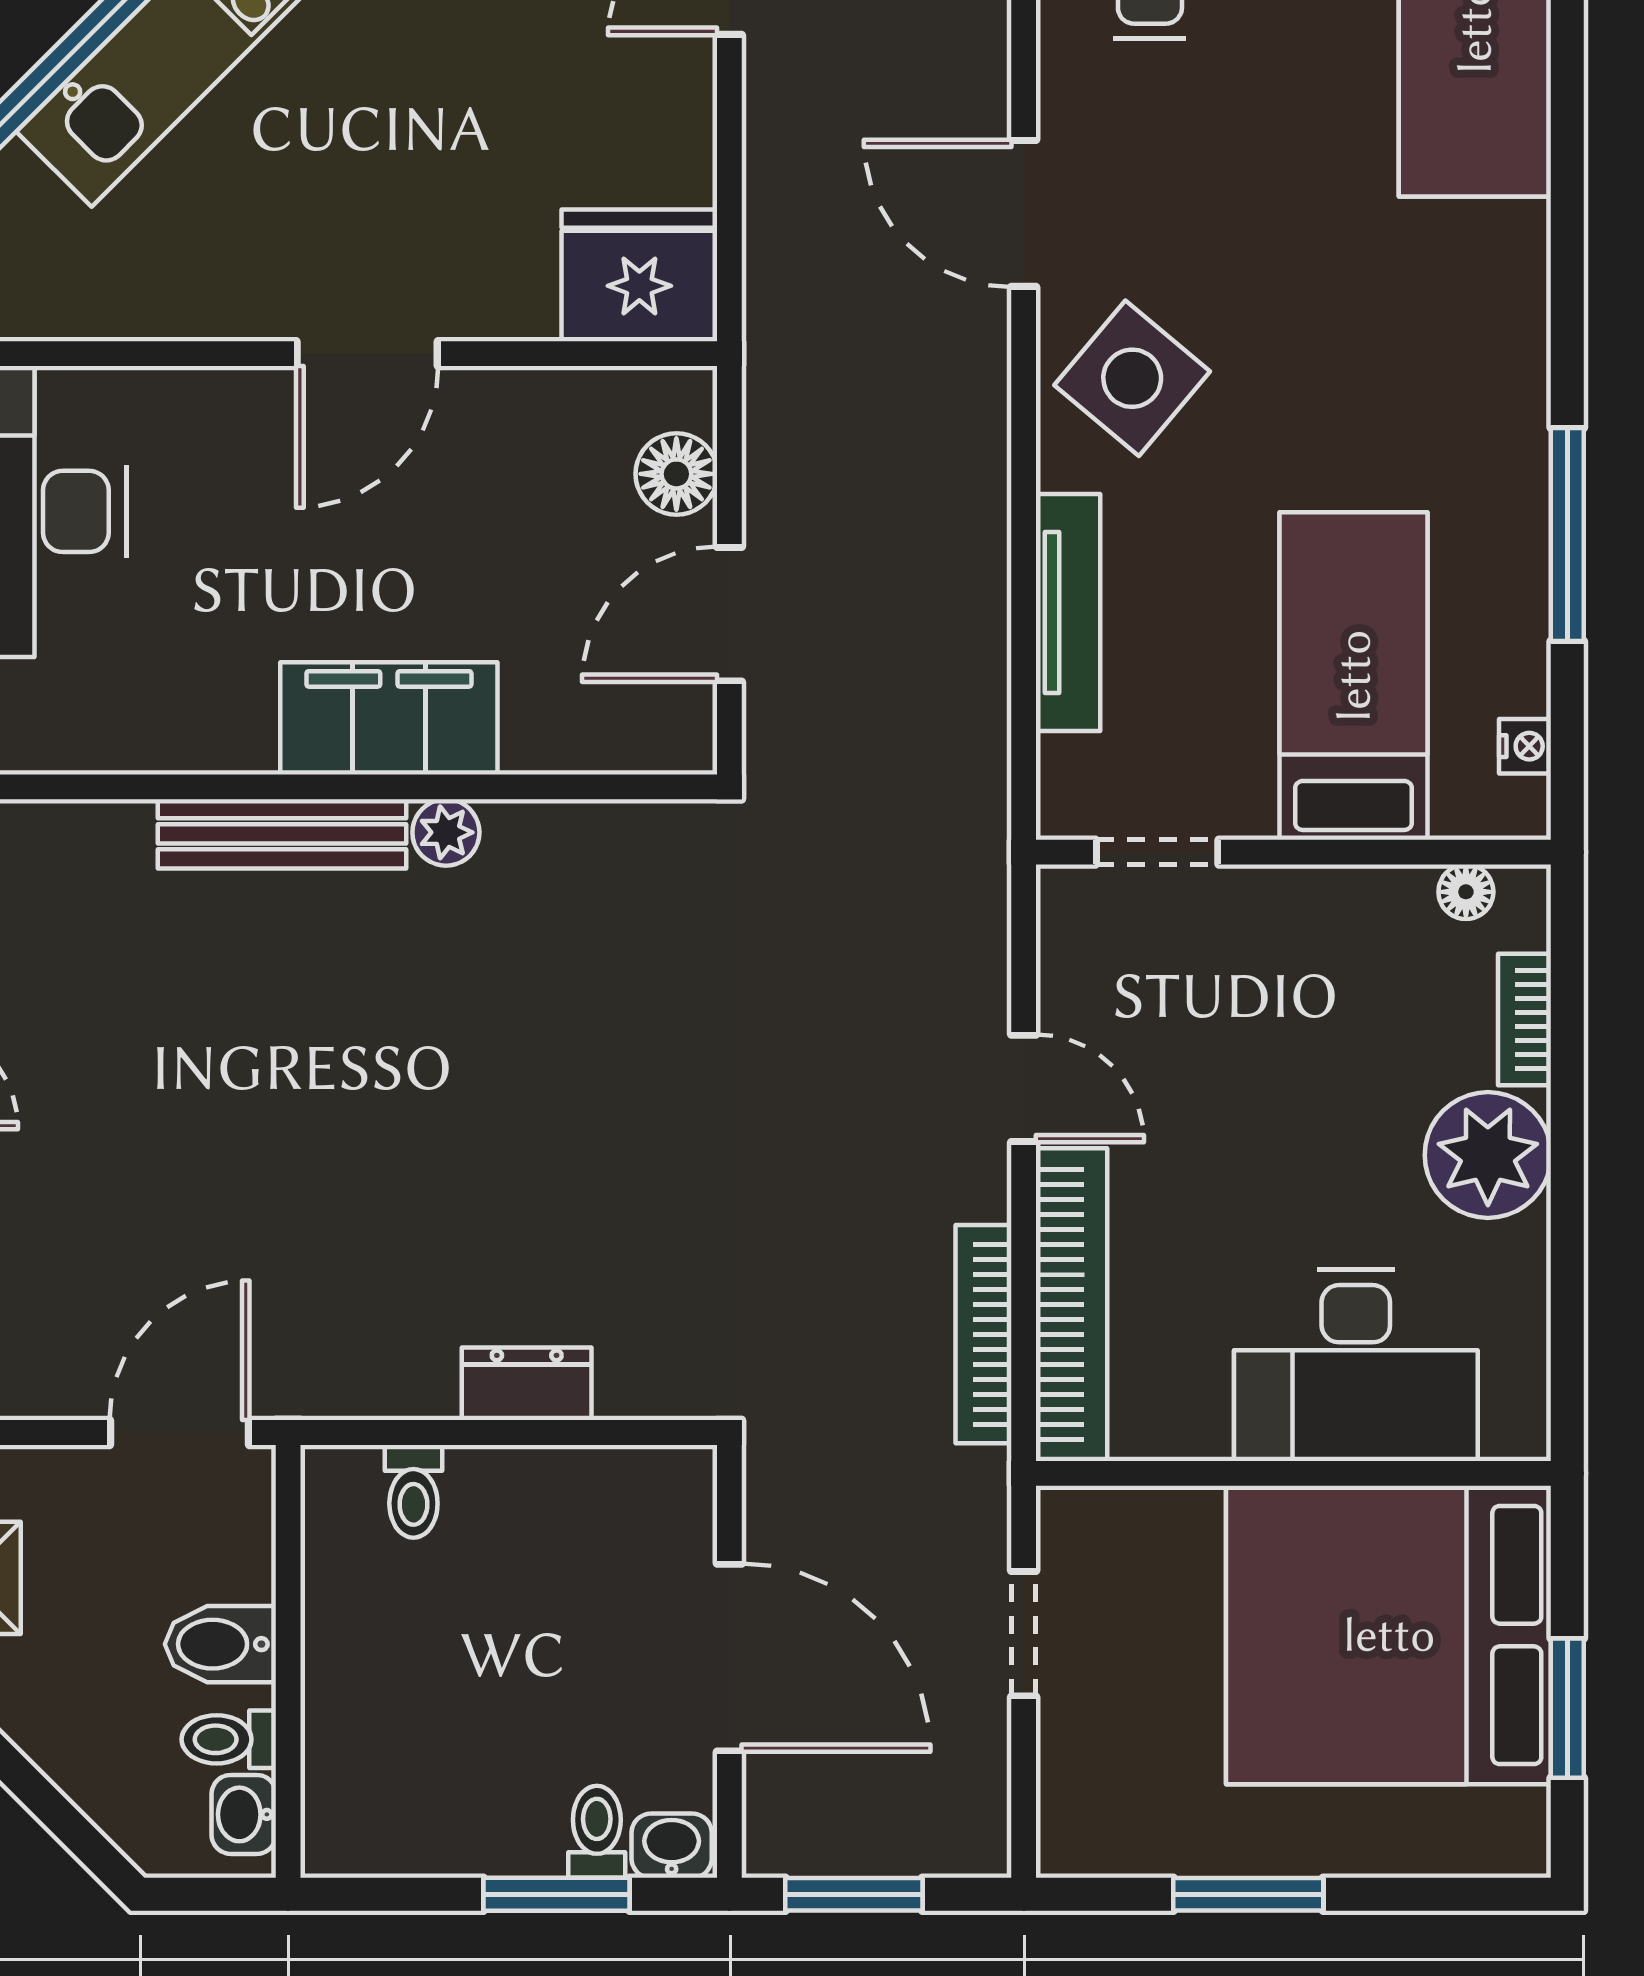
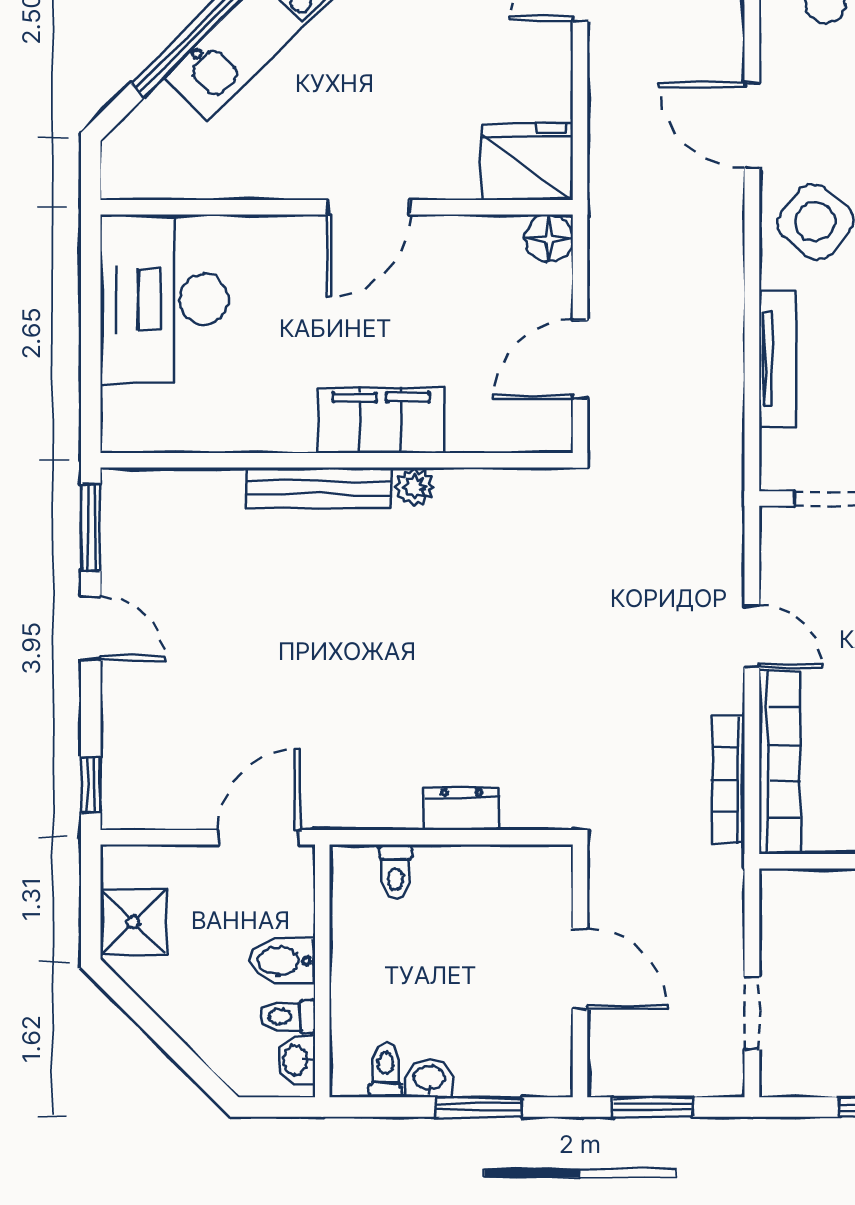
floor lamp: (676, 474) -> (549, 238), moved
doorway: (1024, 1634) -> (752, 1013), moved
door: (729, 1658) -> (580, 969), width x0.73
toilet: (597, 1832) -> (385, 1070), moved
washbasin: (672, 1846) -> (429, 1079), moved

